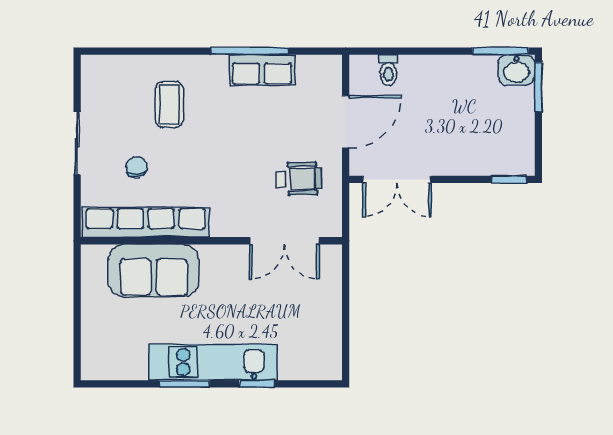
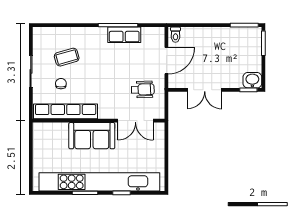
toilet: (388, 70) -> (175, 35), moved
washbasin: (516, 70) -> (252, 80), moved, turned 180
coffee table: (169, 105) -> (67, 57), moved, turned 74
double door: (397, 179) -> (205, 90), moved
sofa: (154, 270) -> (92, 136), moved
kitchen unit: (213, 362) -> (99, 182), width x1.86

